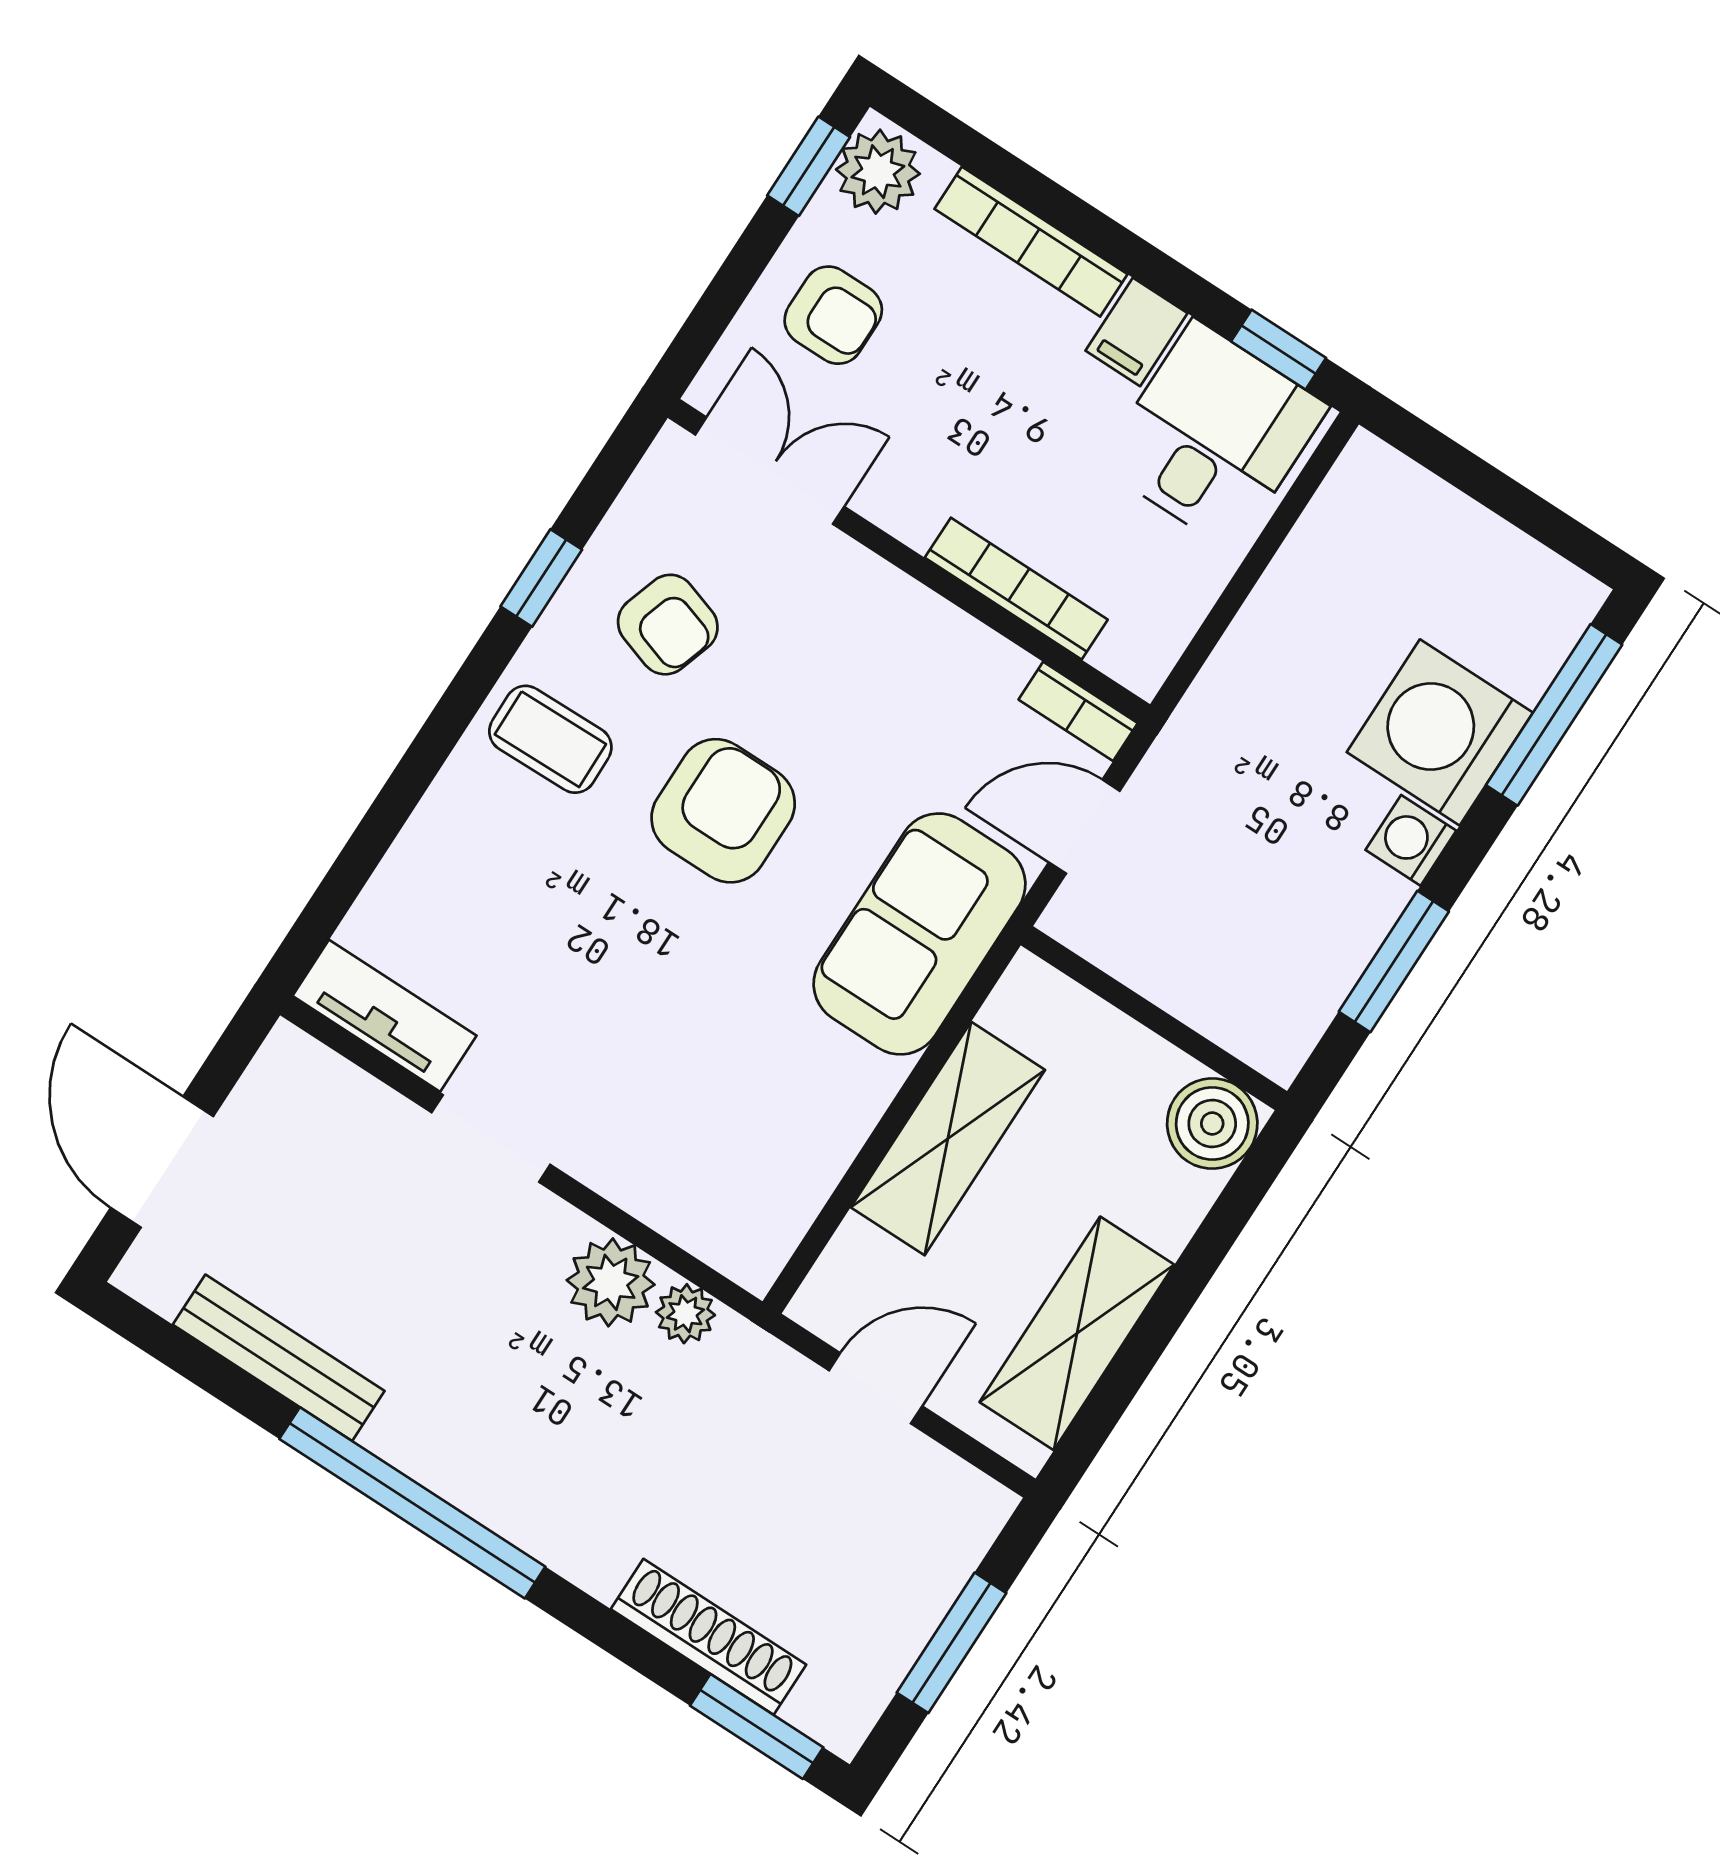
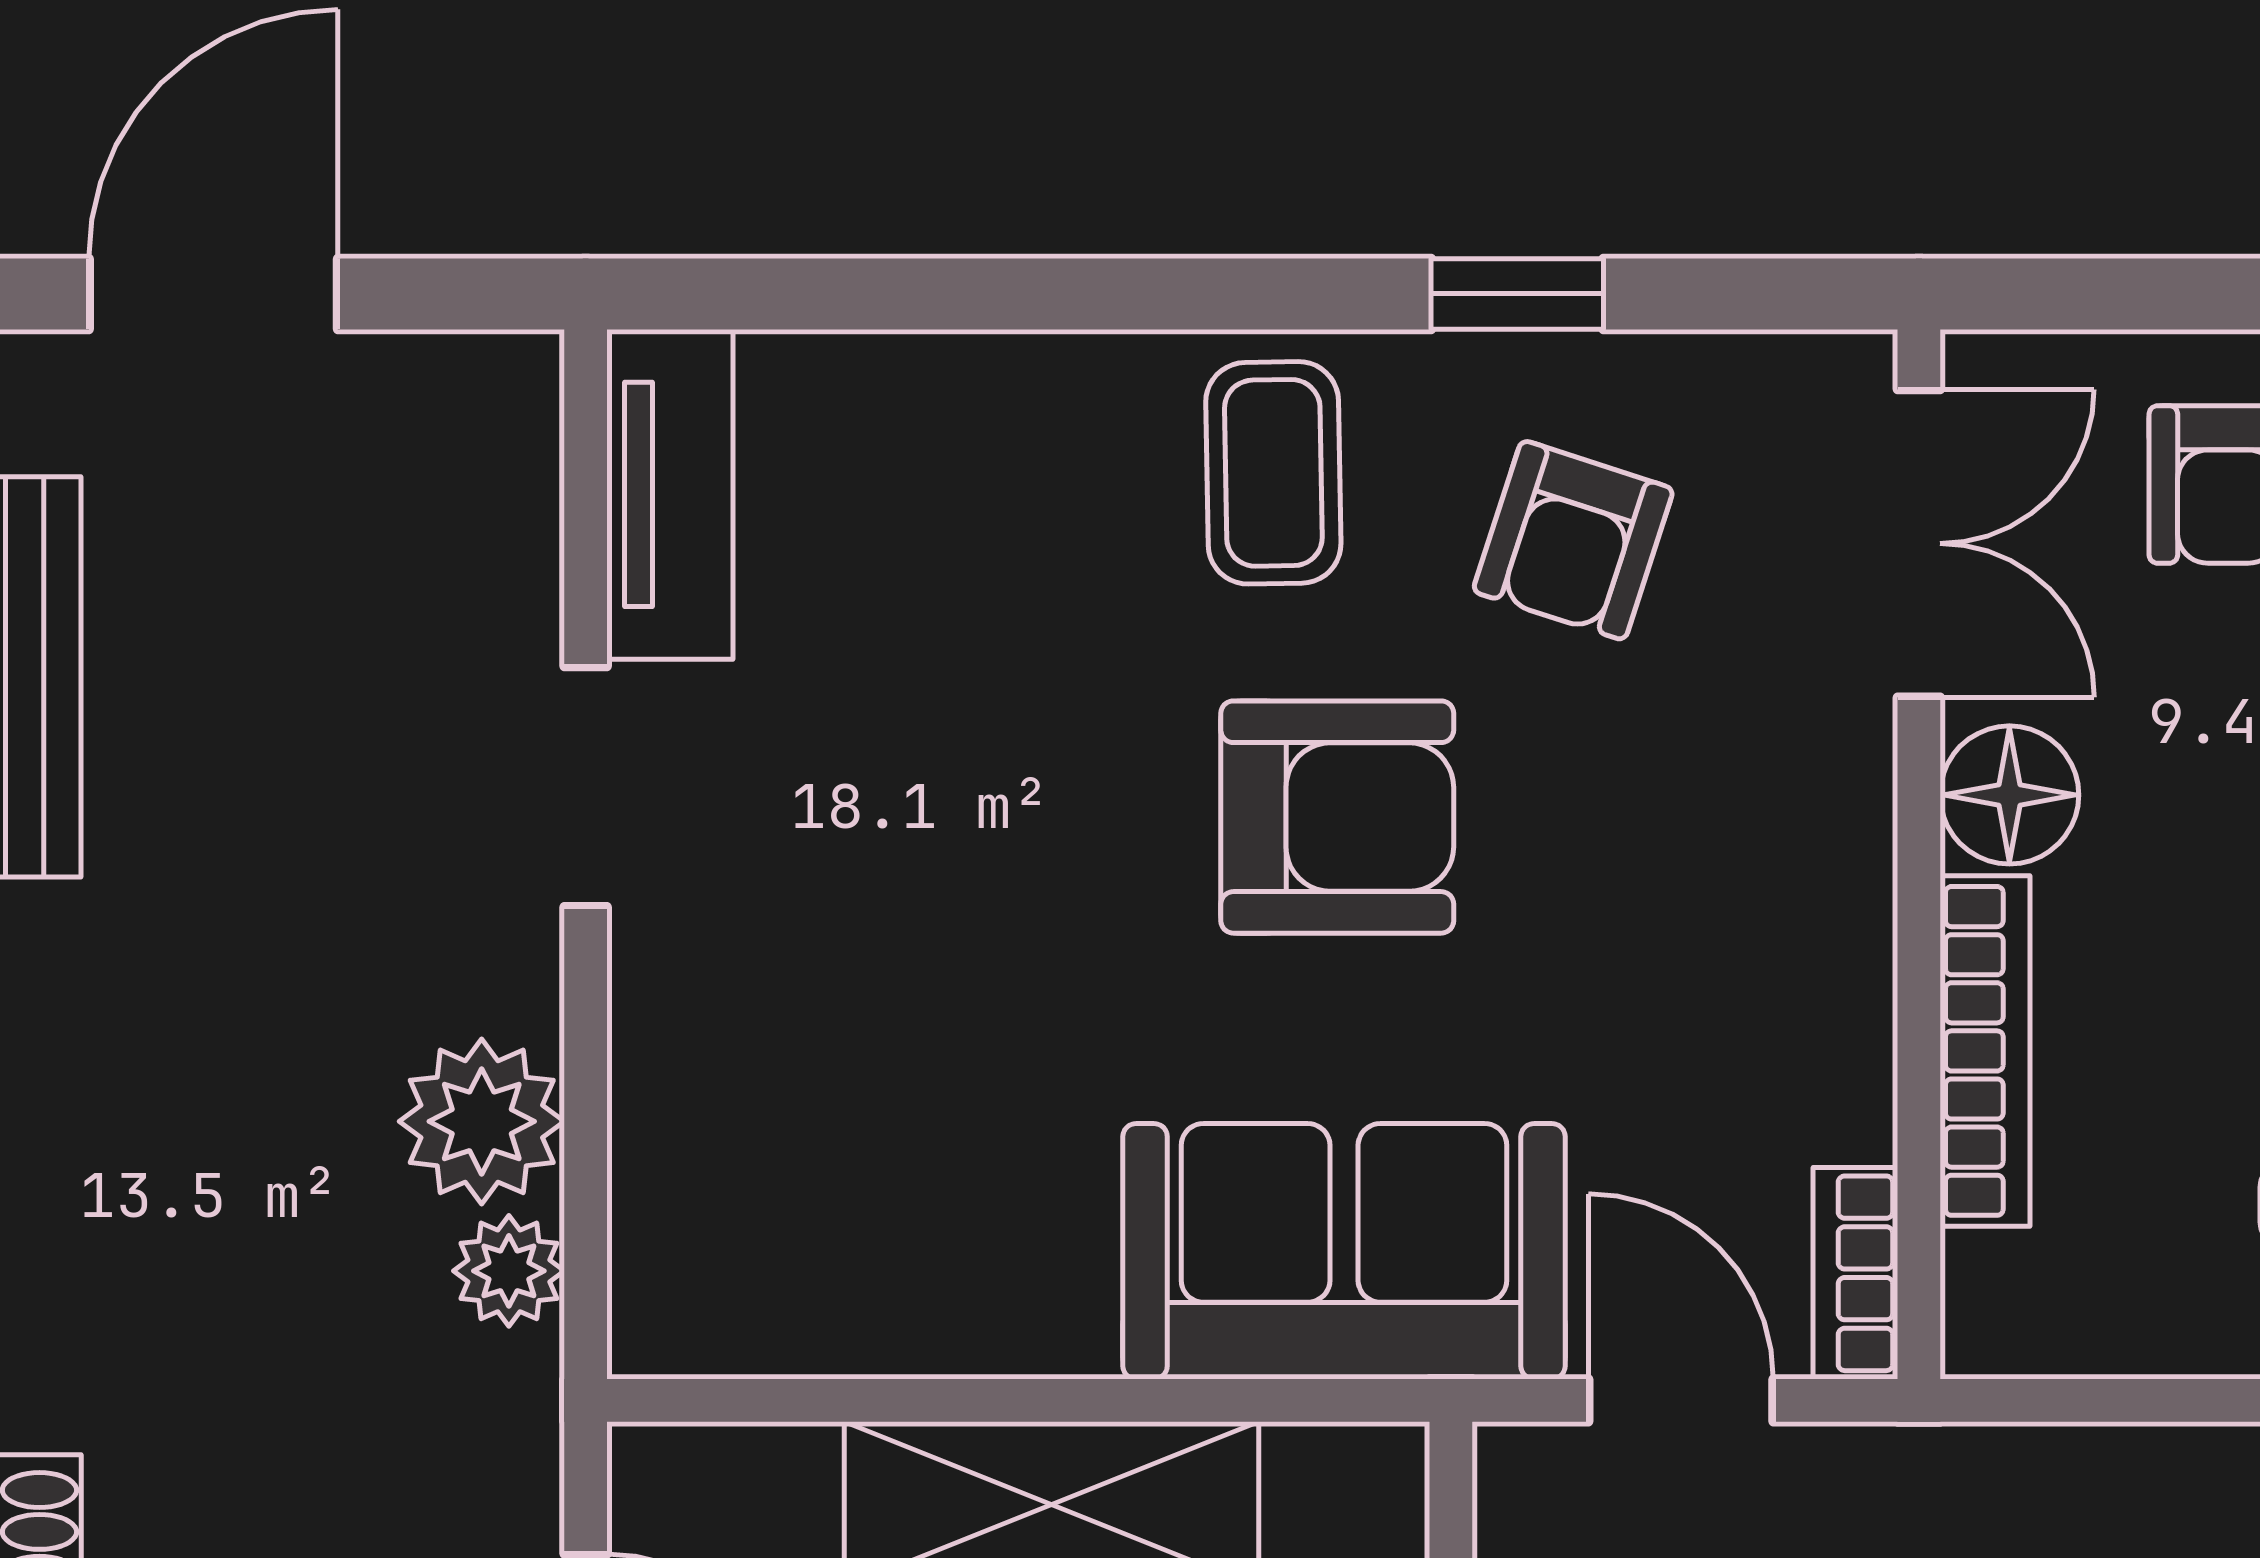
floor lamp: (909, 503) -> (2009, 795), added

